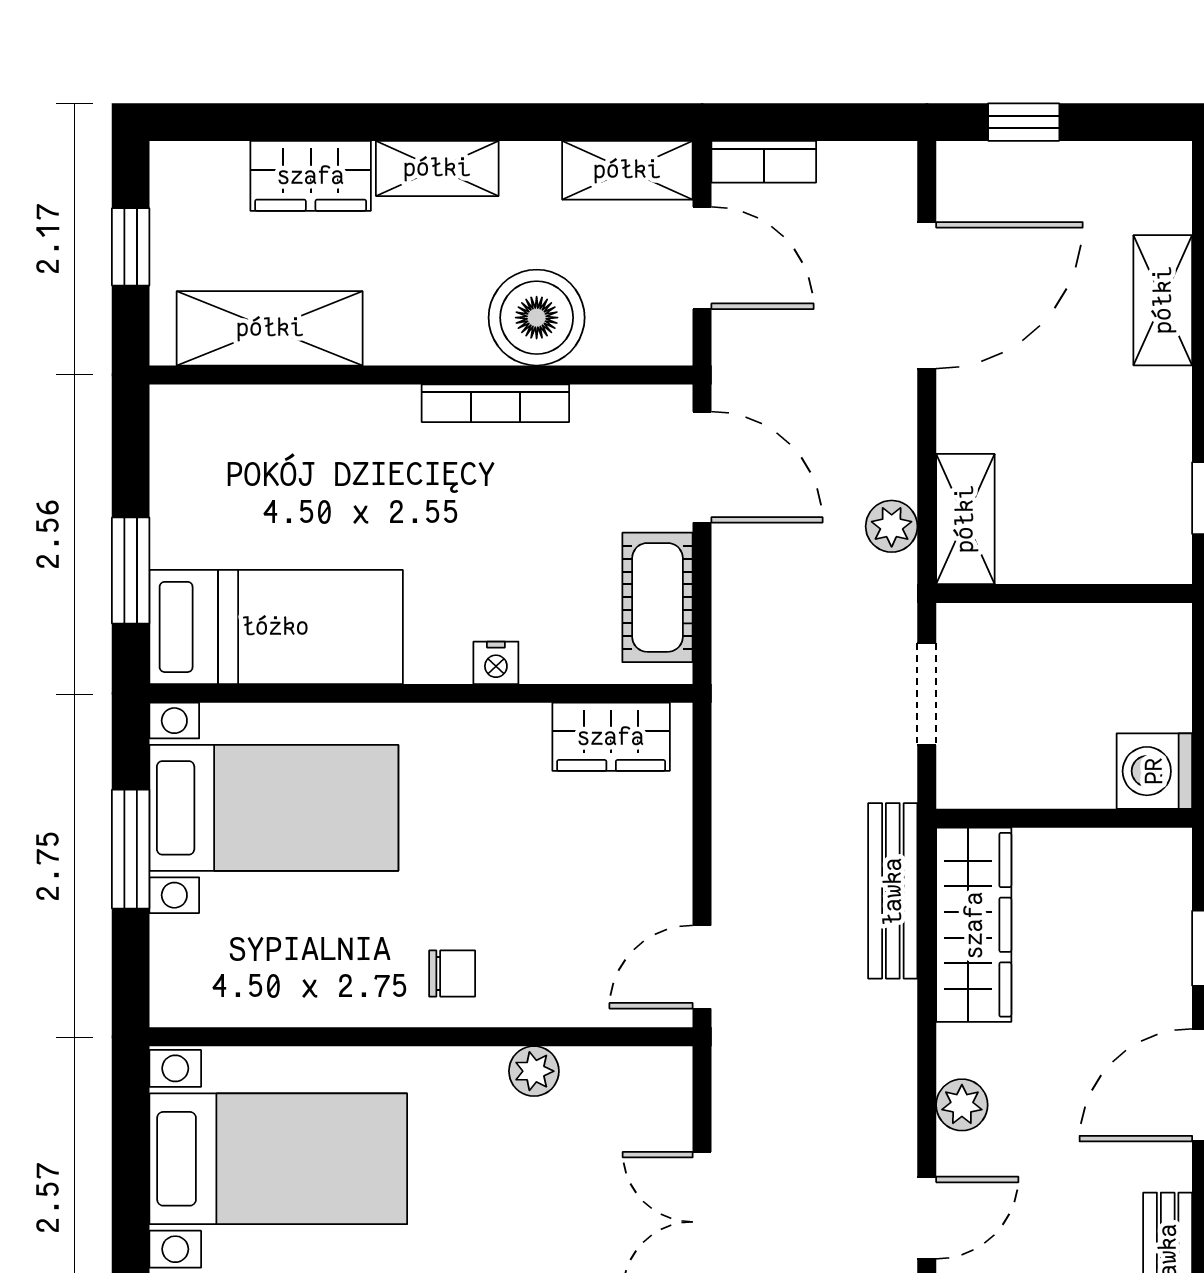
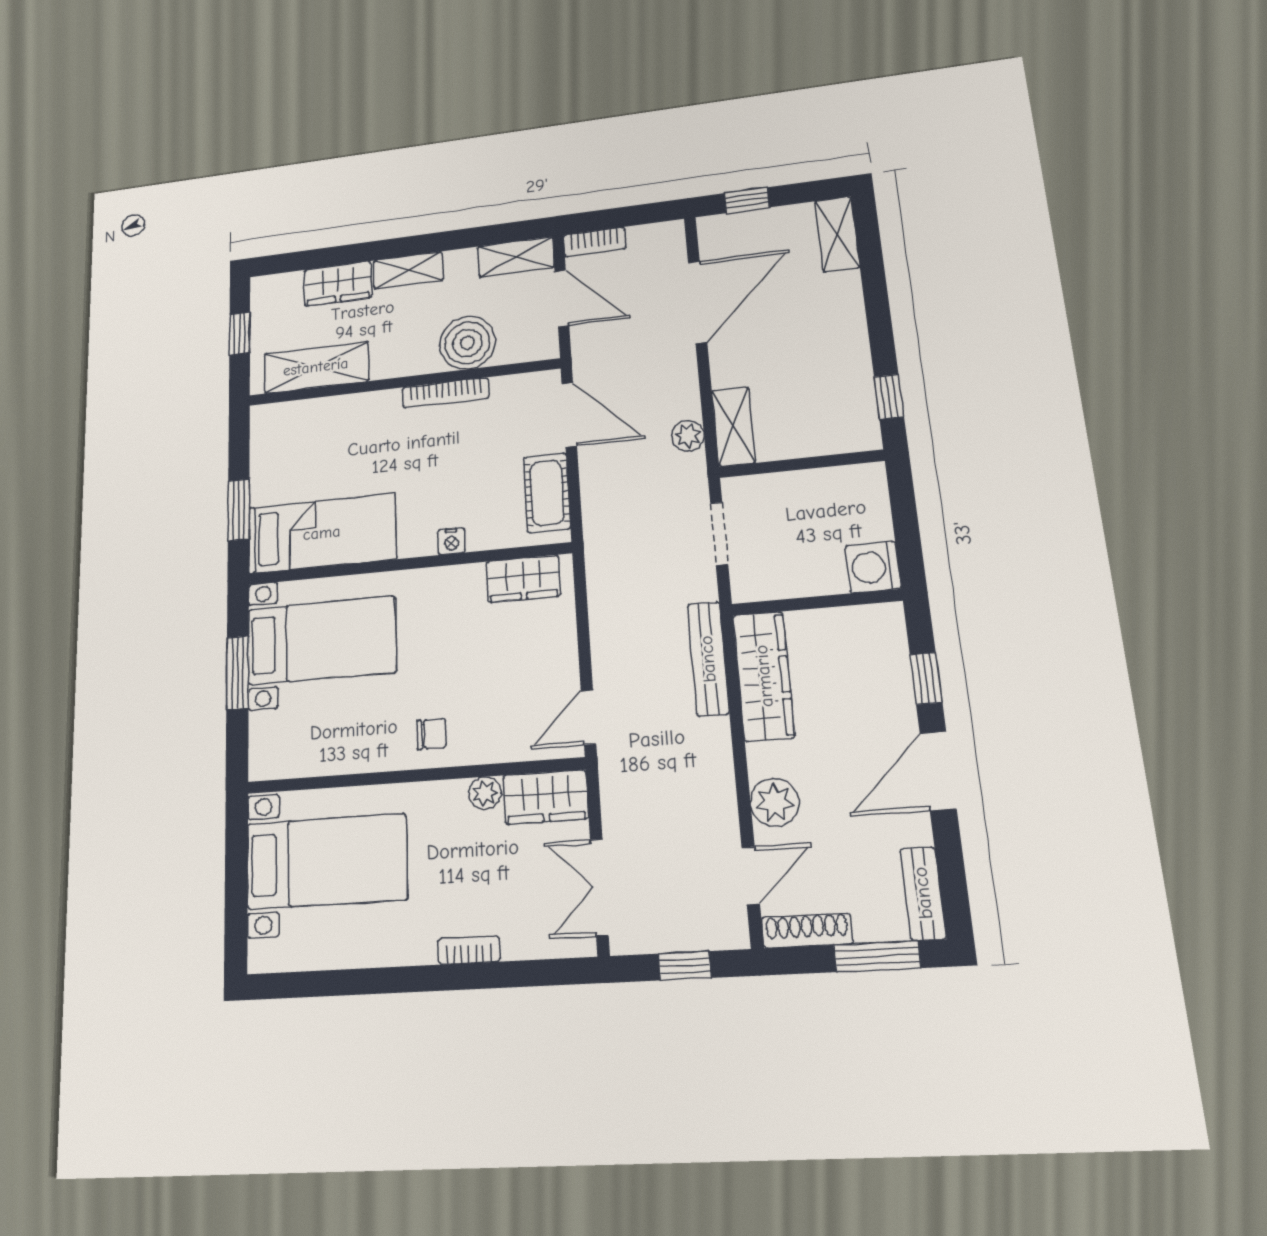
shelving: (1163, 300) -> (837, 234), moved
wardrobe: (628, 1083) -> (546, 797), added
plant: (962, 1105) -> (775, 802), width x1.38, depth x1.38

